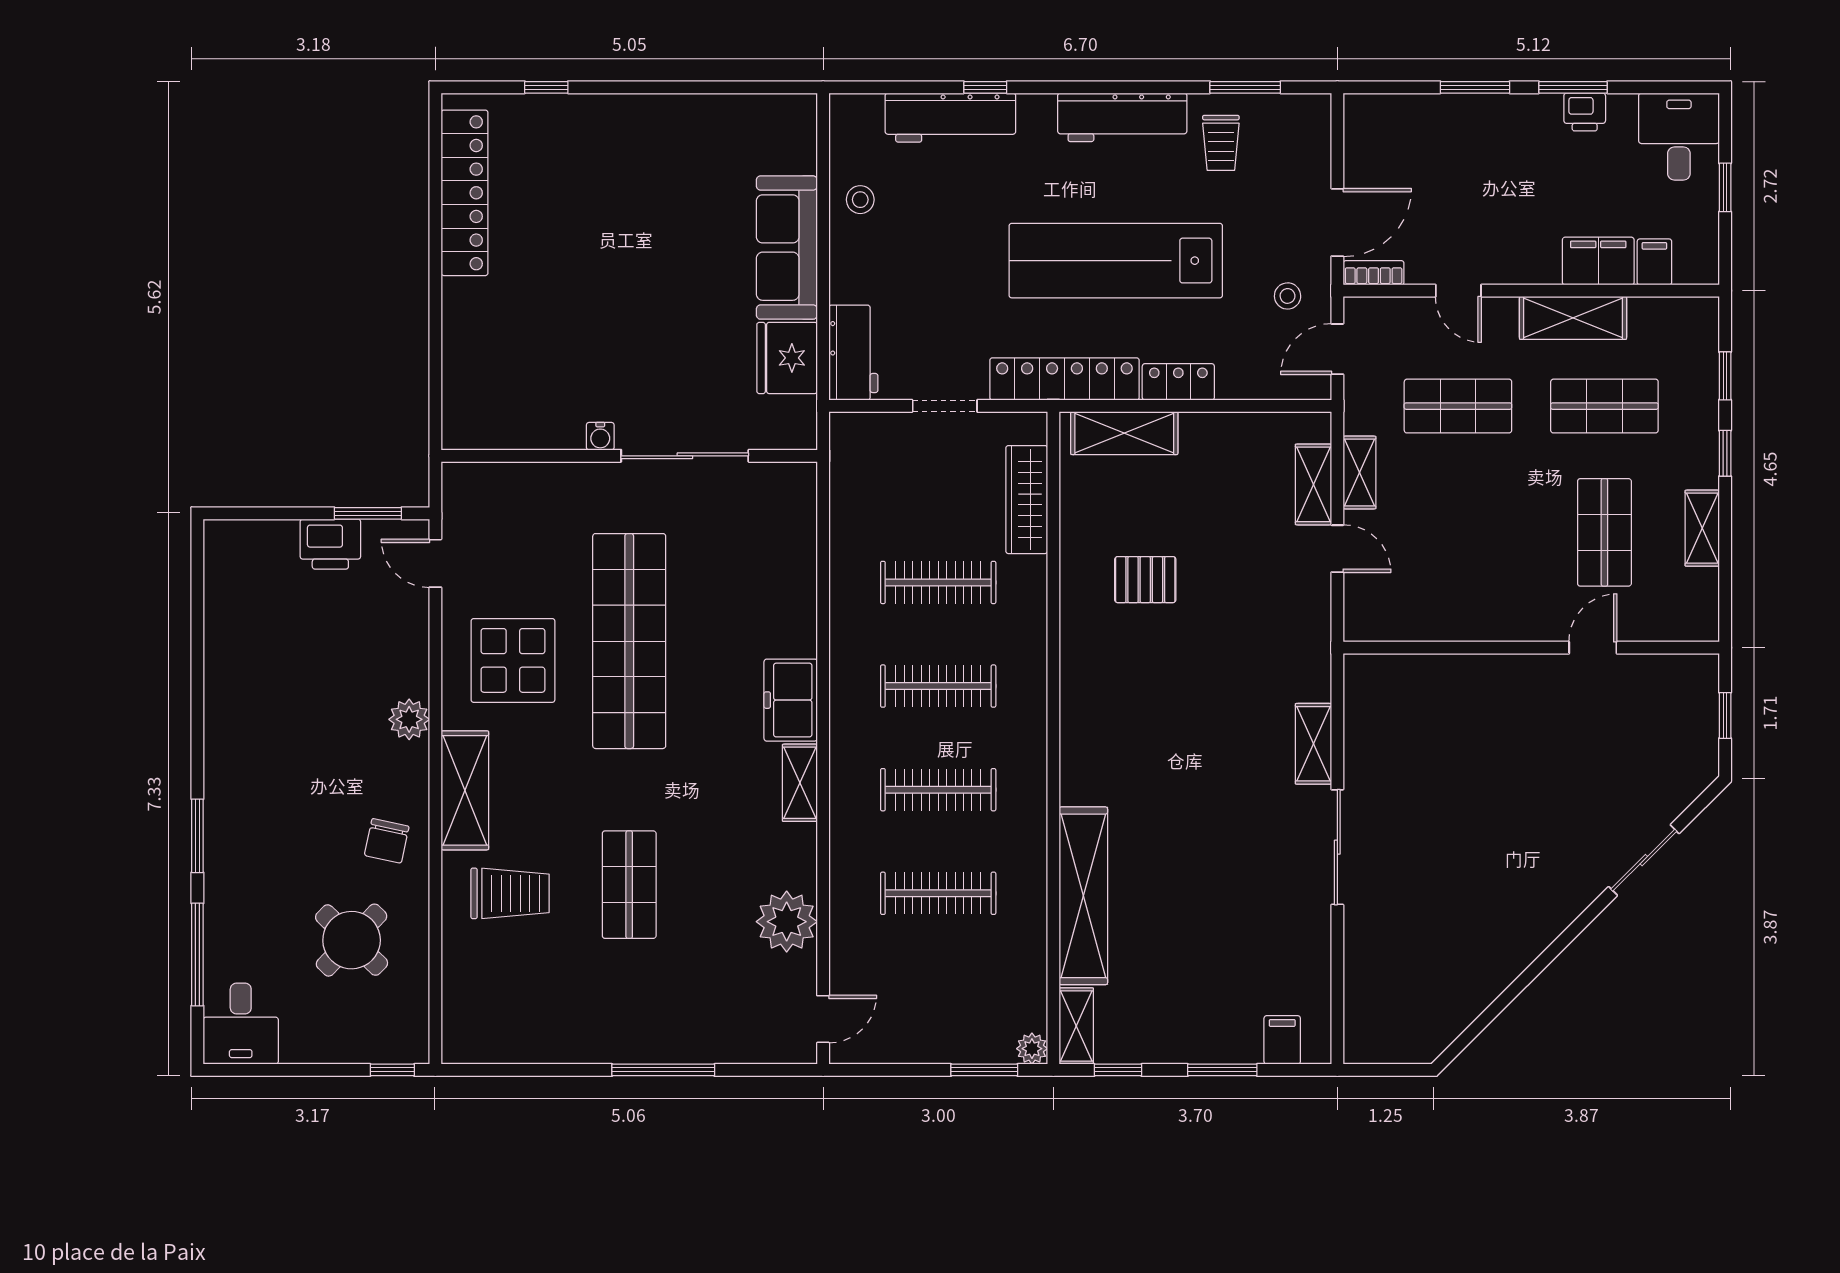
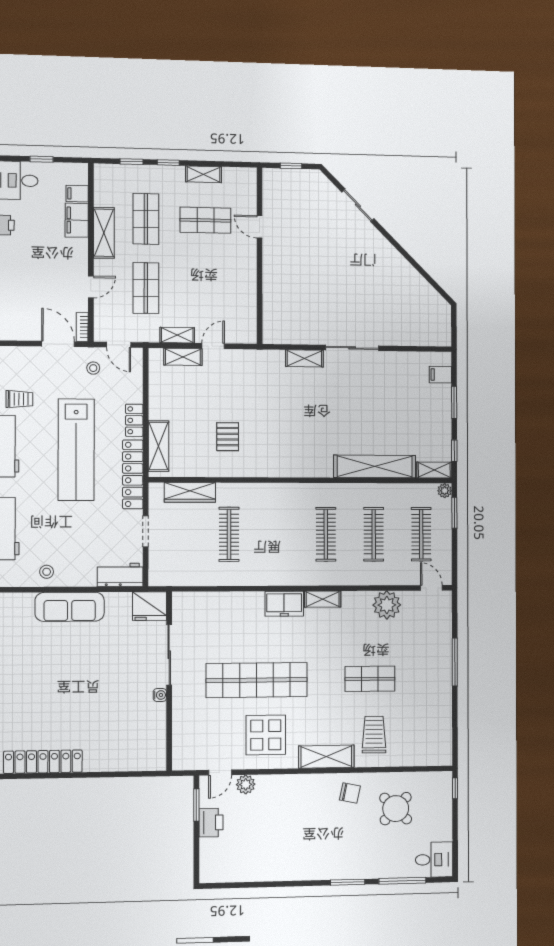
fridge: (787, 358) -> (150, 606), moved
clothes rail: (938, 686) -> (421, 534), moved
plant: (409, 719) -> (246, 784), moved

